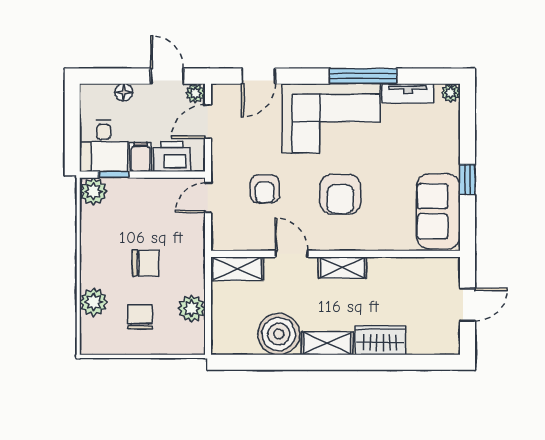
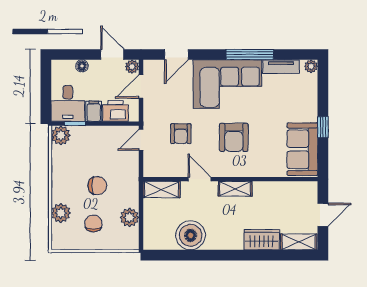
shelving: (327, 343) -> (299, 242), moved

